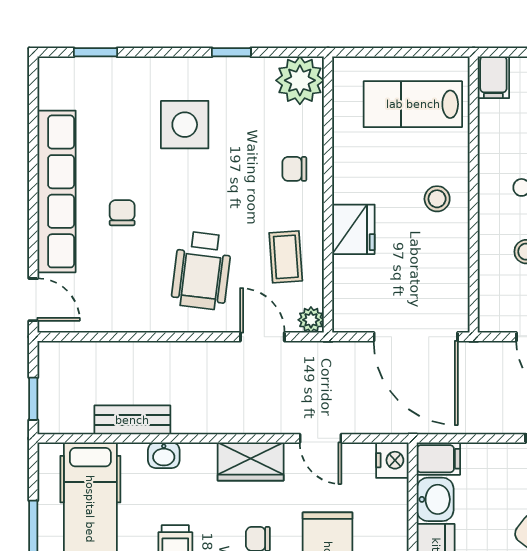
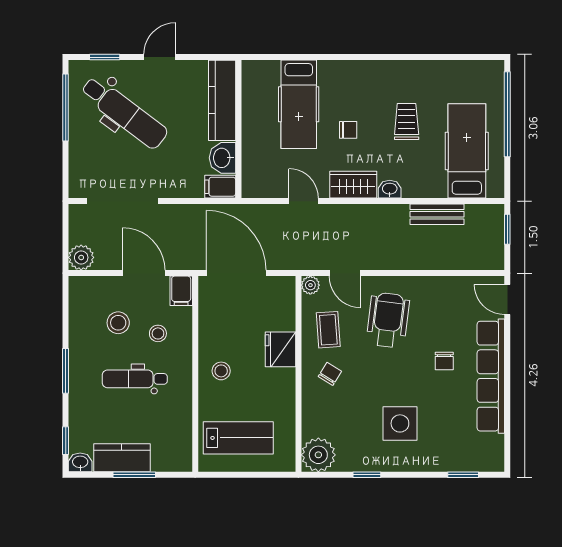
filing cabinet: (493, 77) -> (181, 291), moved, turned 180
chair: (294, 169) -> (330, 374), moved, turned -58
washbasin: (164, 455) -> (390, 189), moved
nightstand: (392, 460) -> (253, 186), removed

